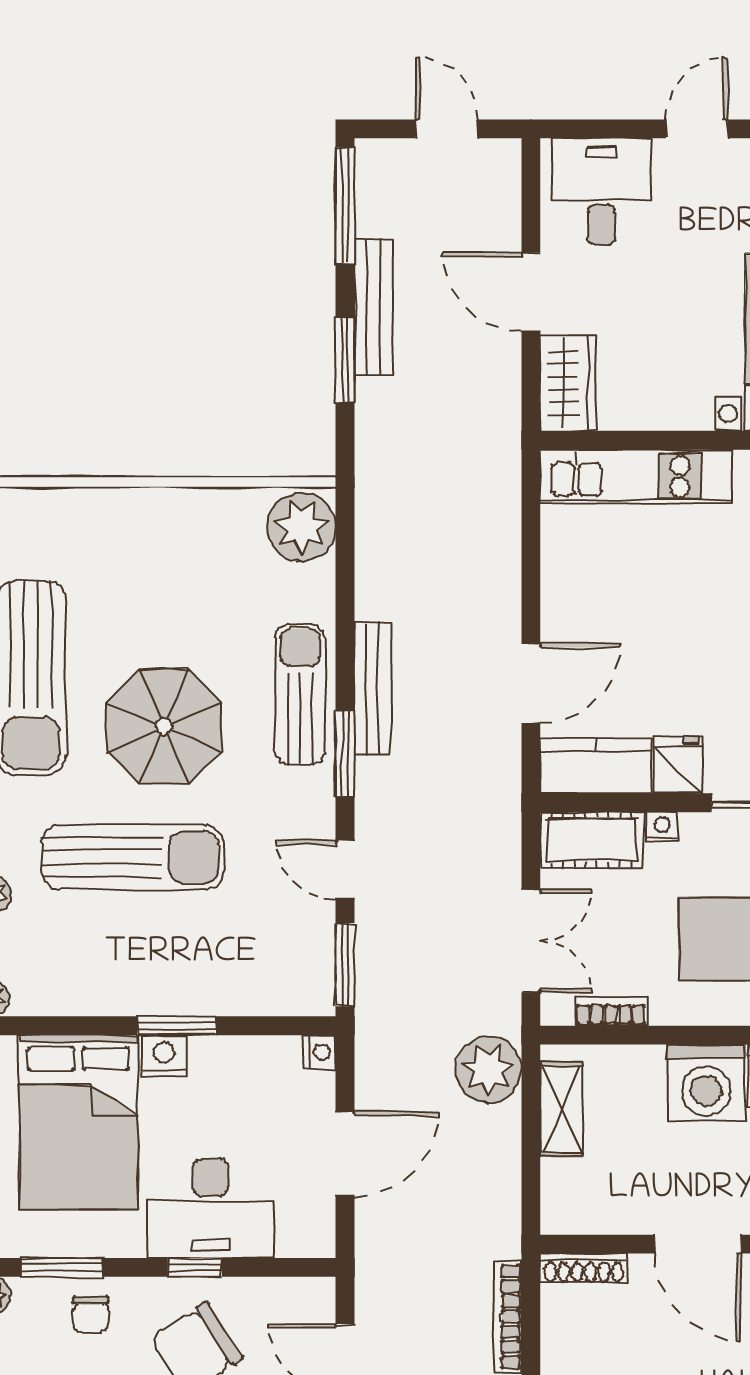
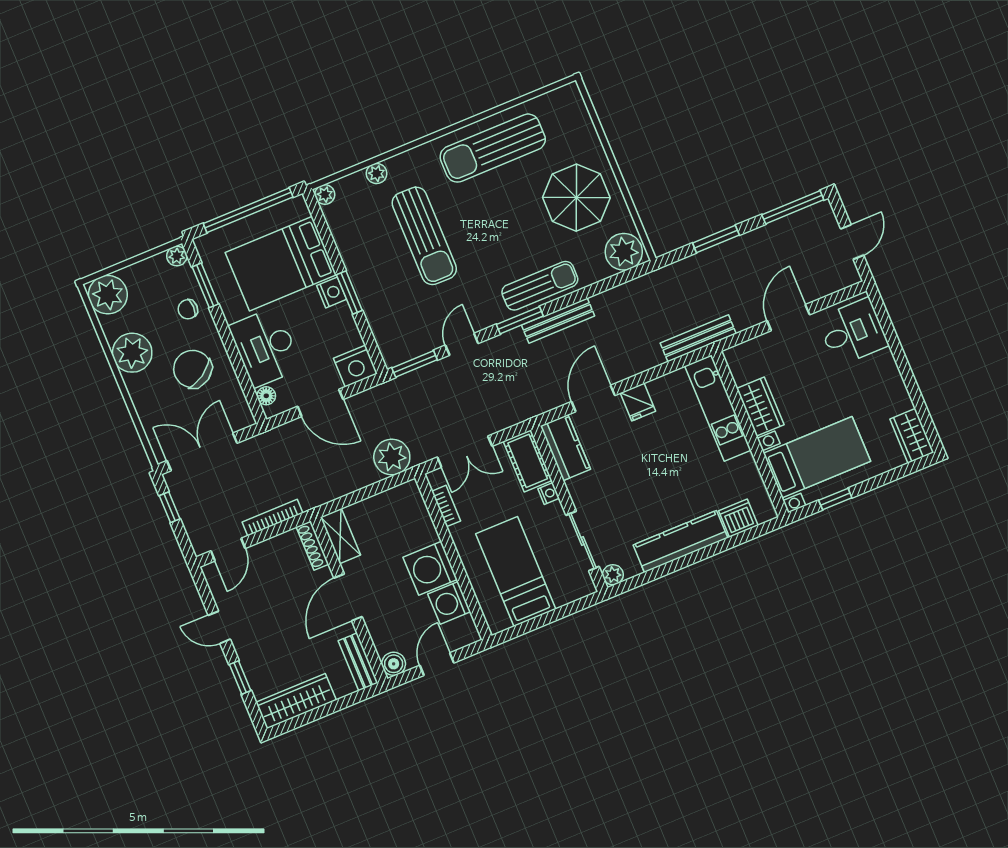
door: (697, 129) -> (904, 367), removed
bench: (373, 307) -> (698, 338), moved
wardrobe: (568, 383) -> (760, 407), moved, turned -90
door: (531, 683) -> (593, 398), swing flipped
parasol: (164, 727) -> (576, 198), moved
fridge: (678, 765) -> (638, 402), moved, turned 90
nightstand: (319, 1052) -> (355, 366), width x1.89, depth x1.79
shelving: (561, 1109) -> (340, 536), moved, turned 90
floor lamp: (294, 1241) -> (266, 396), added
window: (195, 1267) -> (233, 352), removed

